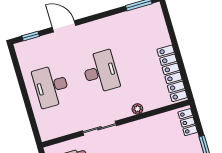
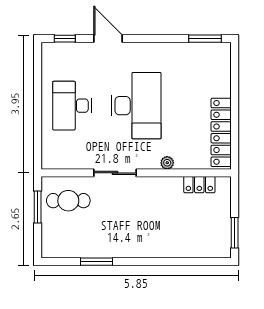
desk: (101, 72) -> (136, 106), width x1.36, depth x1.30
locker: (188, 122) -> (199, 185), moved, turned -90

